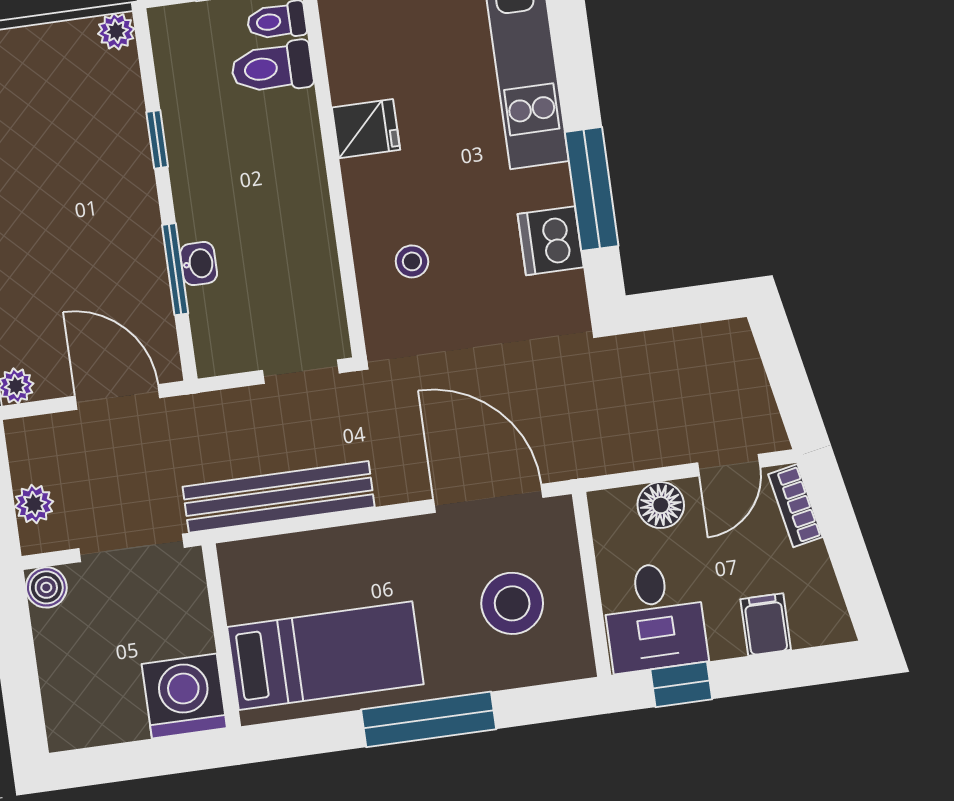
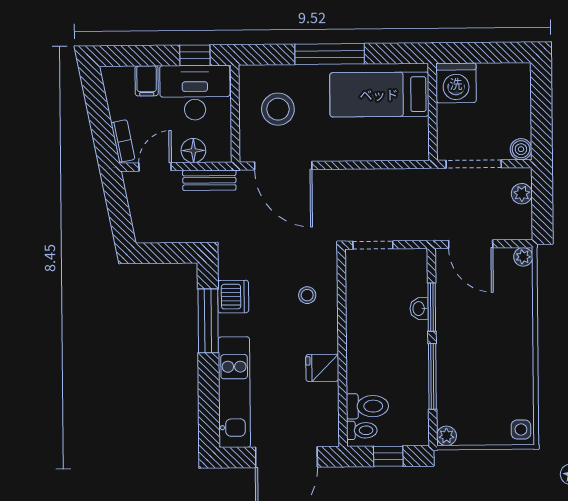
window: (157, 139) -> (432, 376), width x2.17
bench: (279, 497) -> (209, 180), moved, width x0.54, depth x0.82
desk: (654, 617) -> (195, 93), width x1.37

